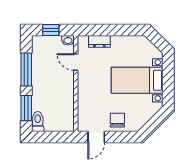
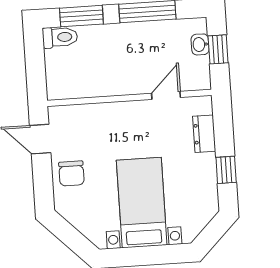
window: (121, 30) -> (226, 170), added
washbasin: (68, 40) -> (200, 44), moved
chair: (117, 120) -> (71, 173), turned 90

